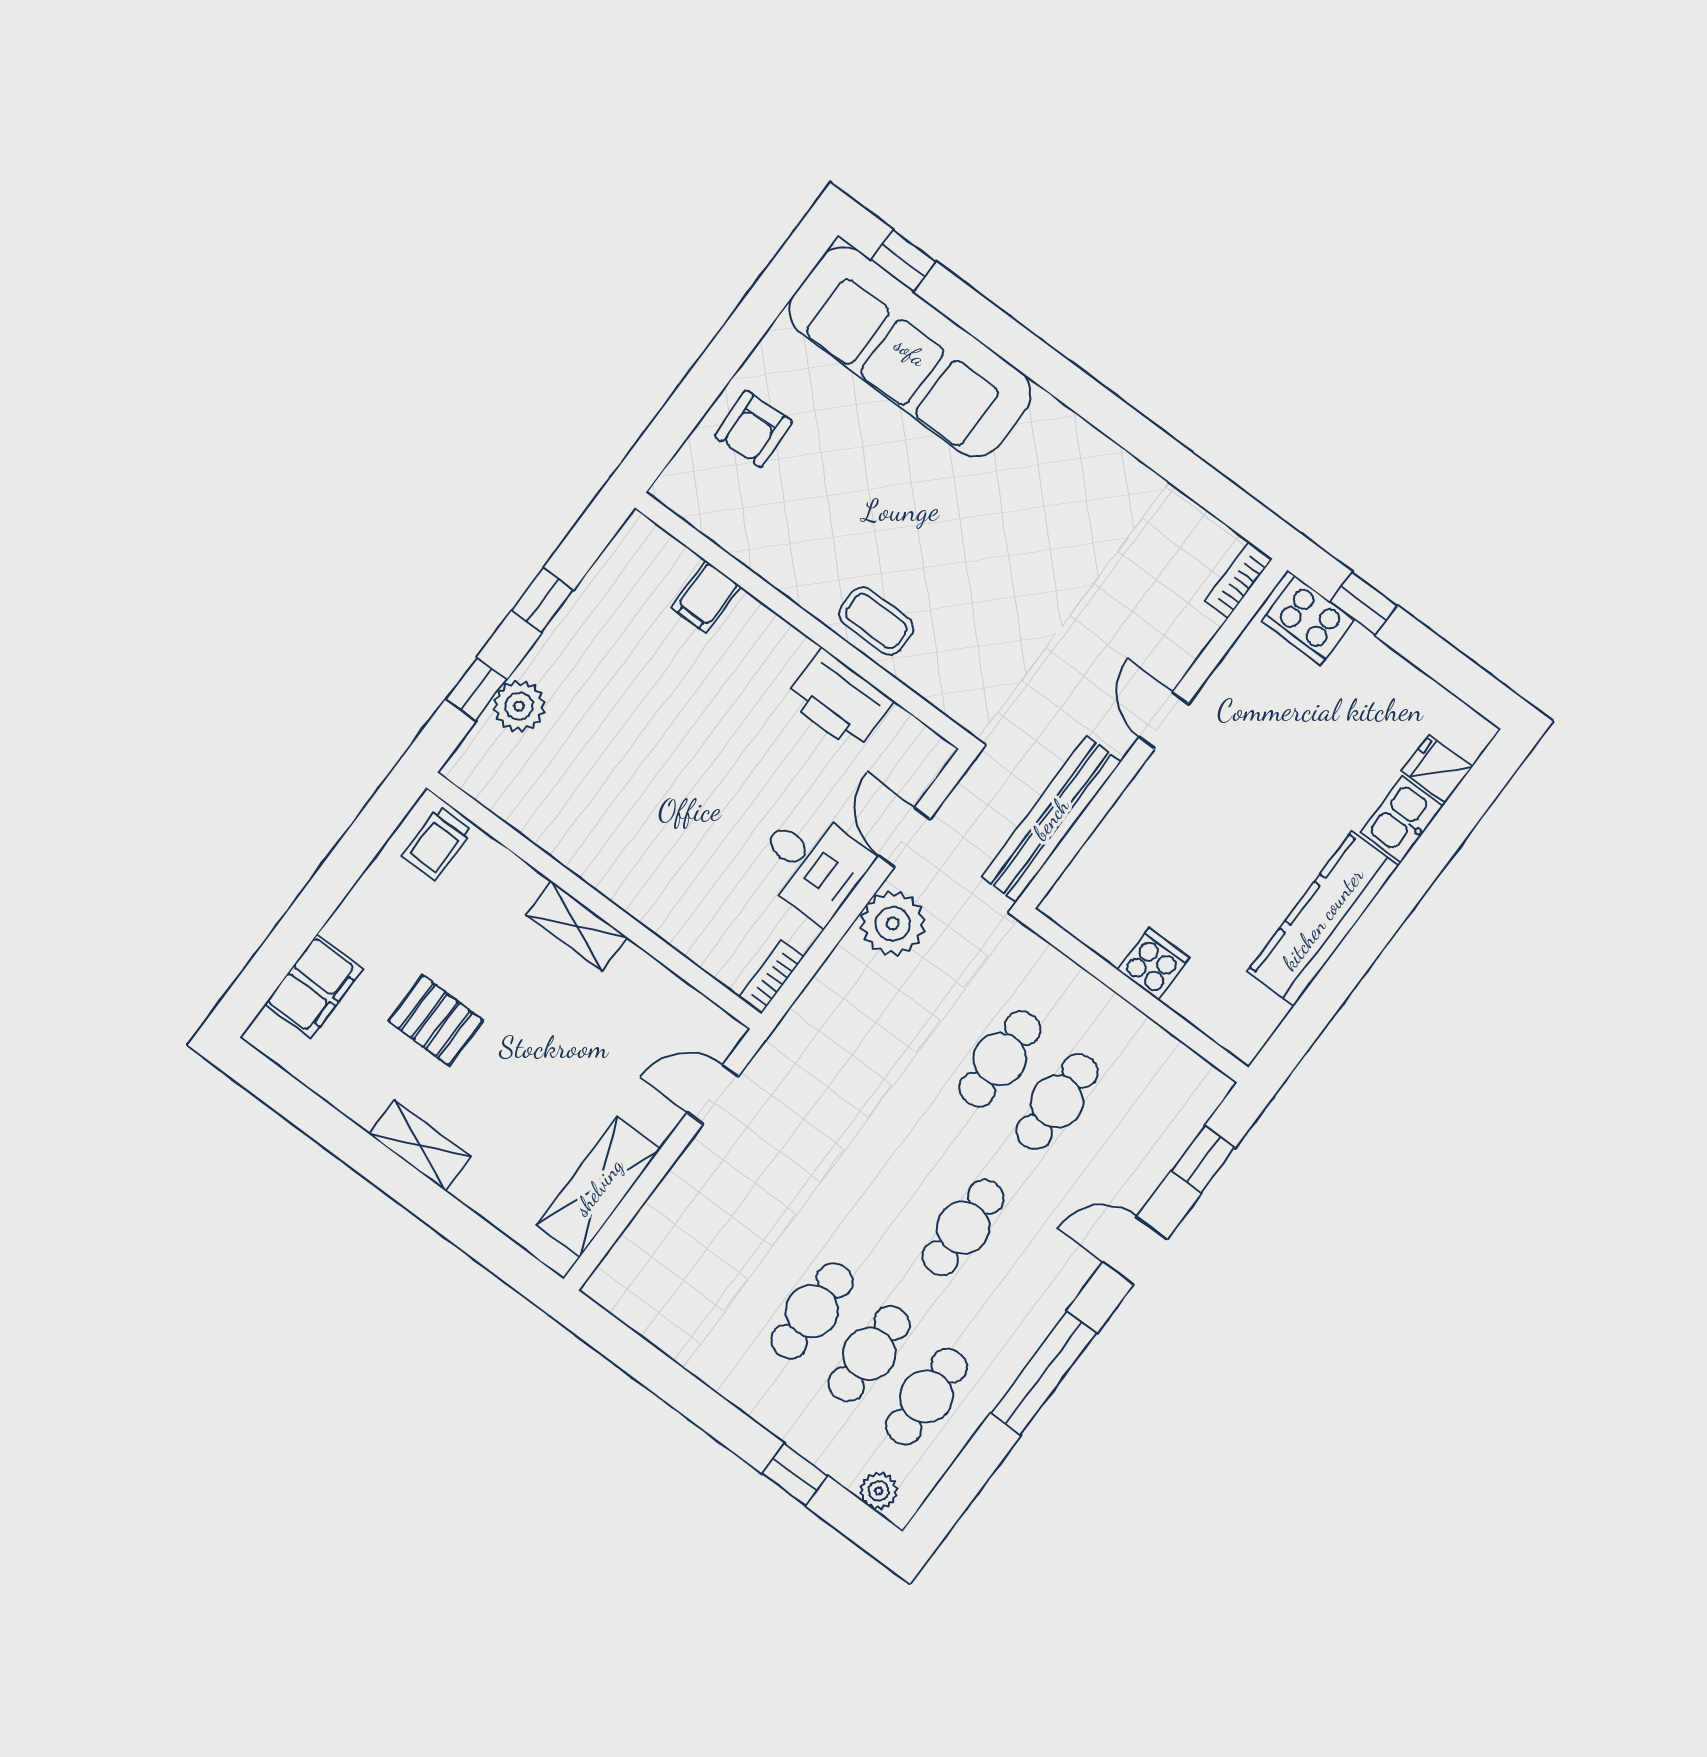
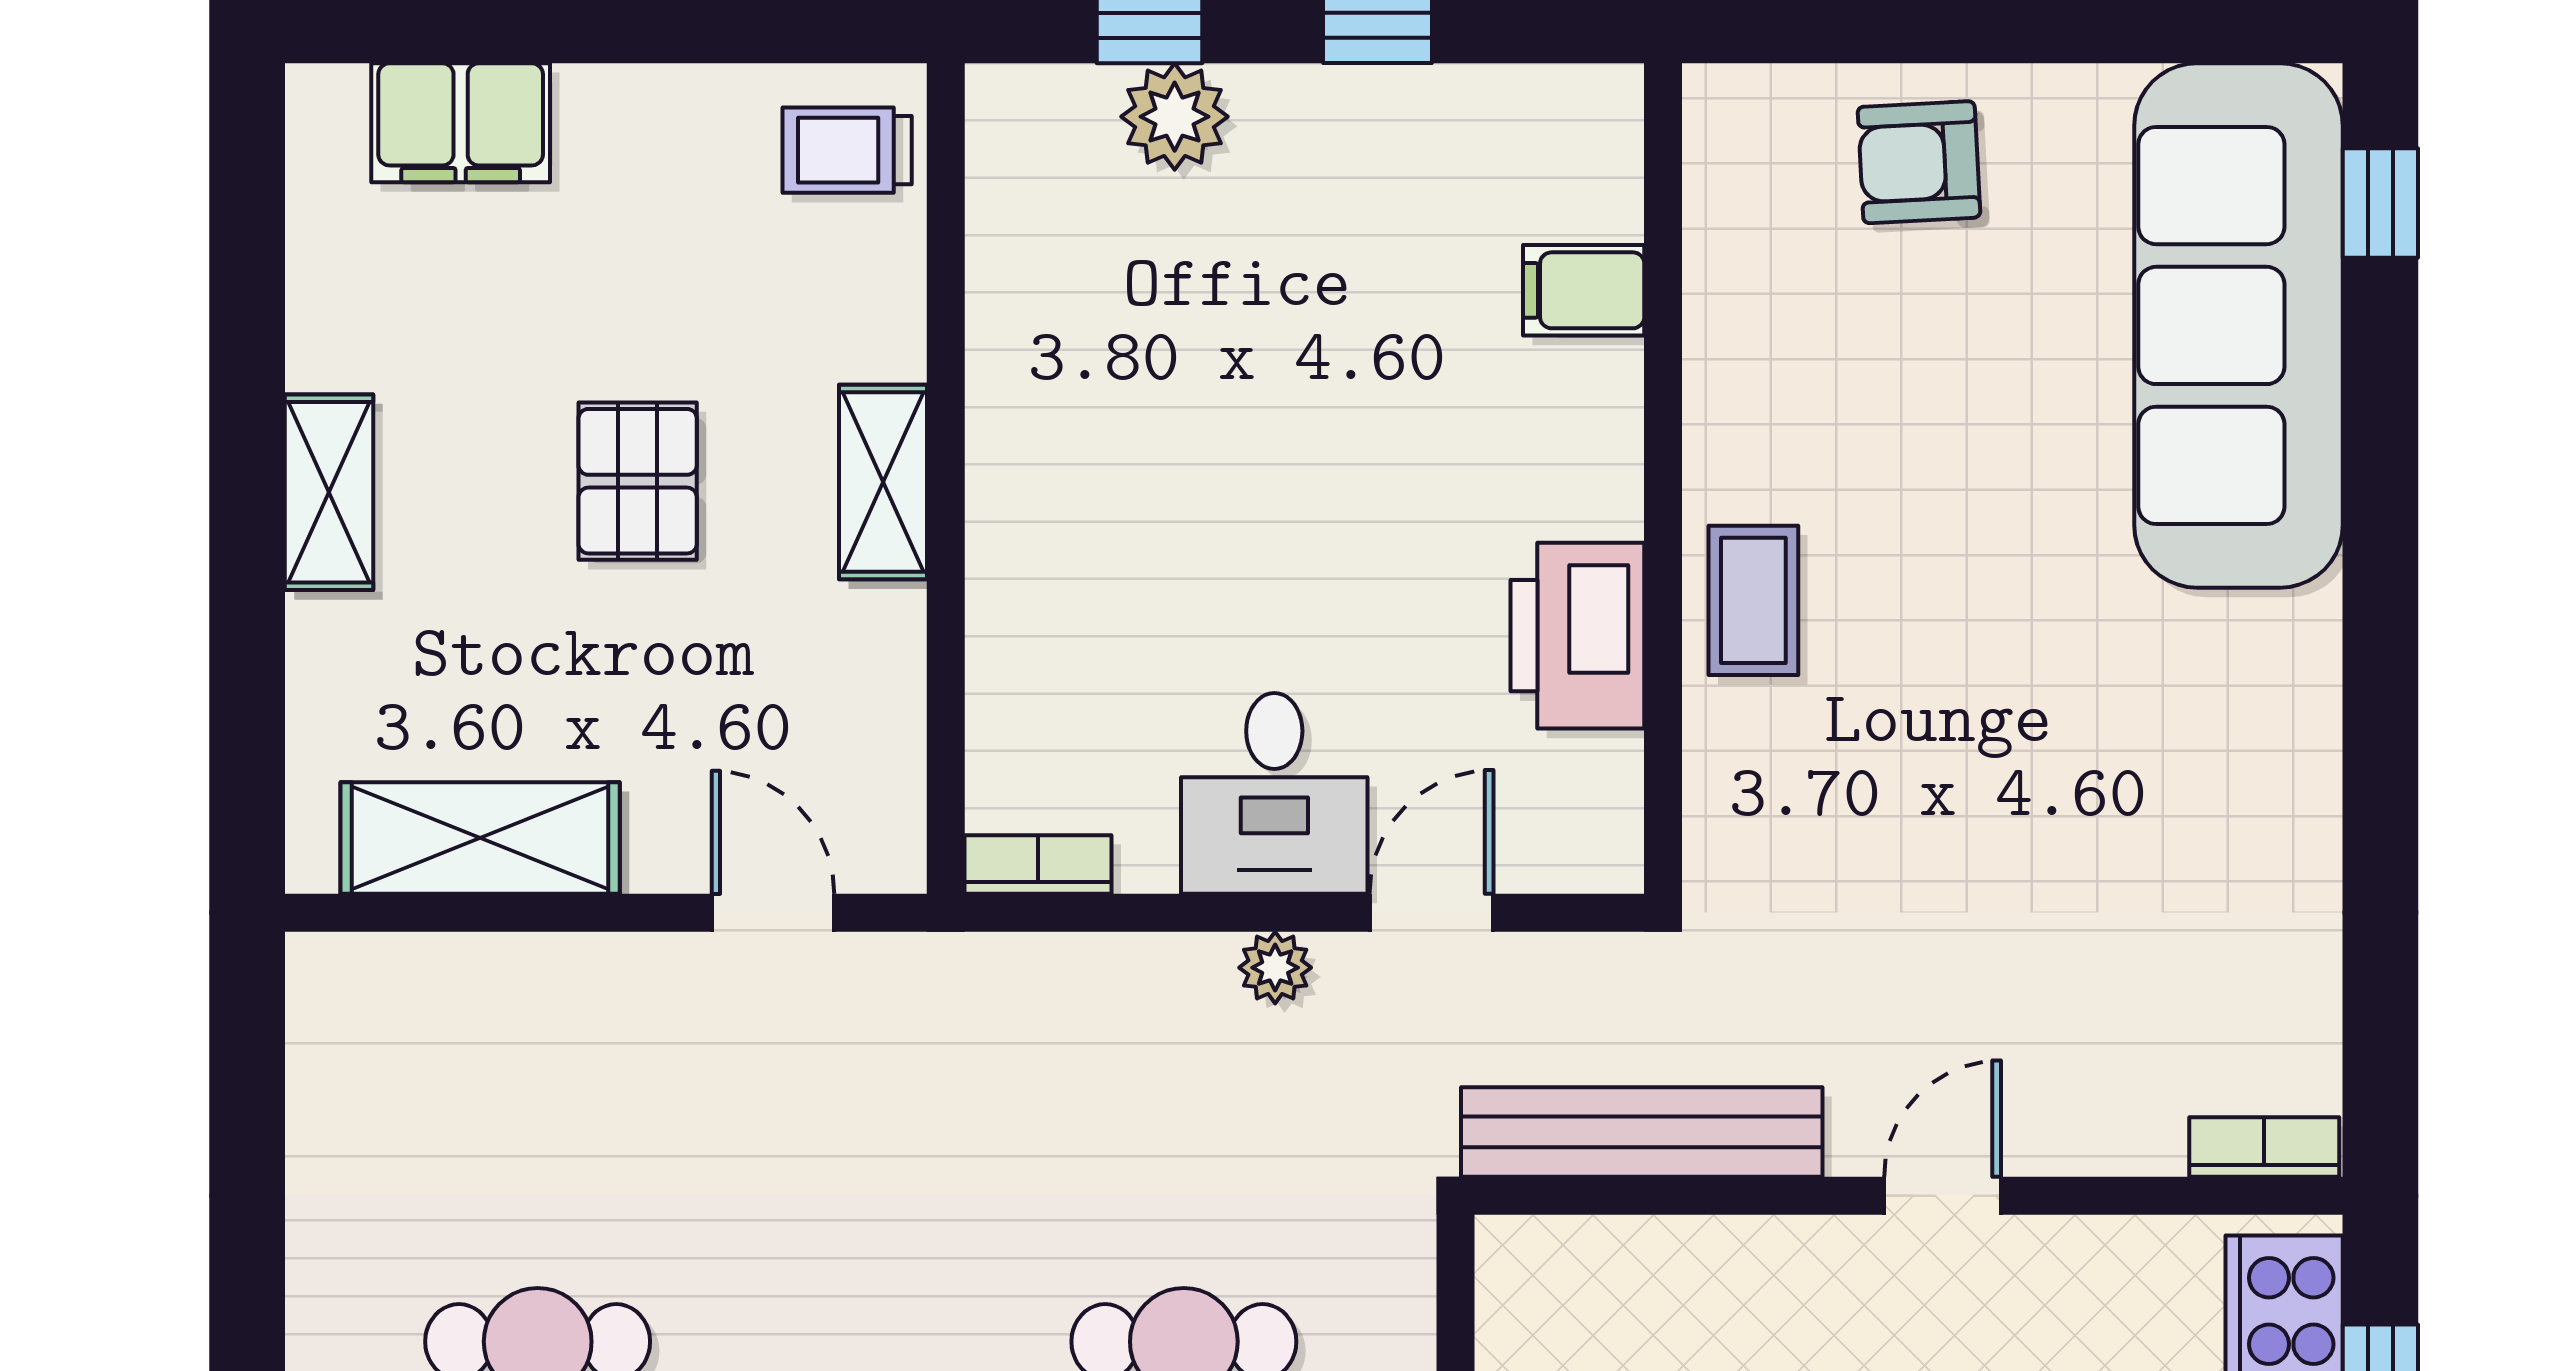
plant: (893, 924) -> (1275, 968), width x0.53, depth x0.53
pallet: (436, 1020) -> (638, 481), moved

